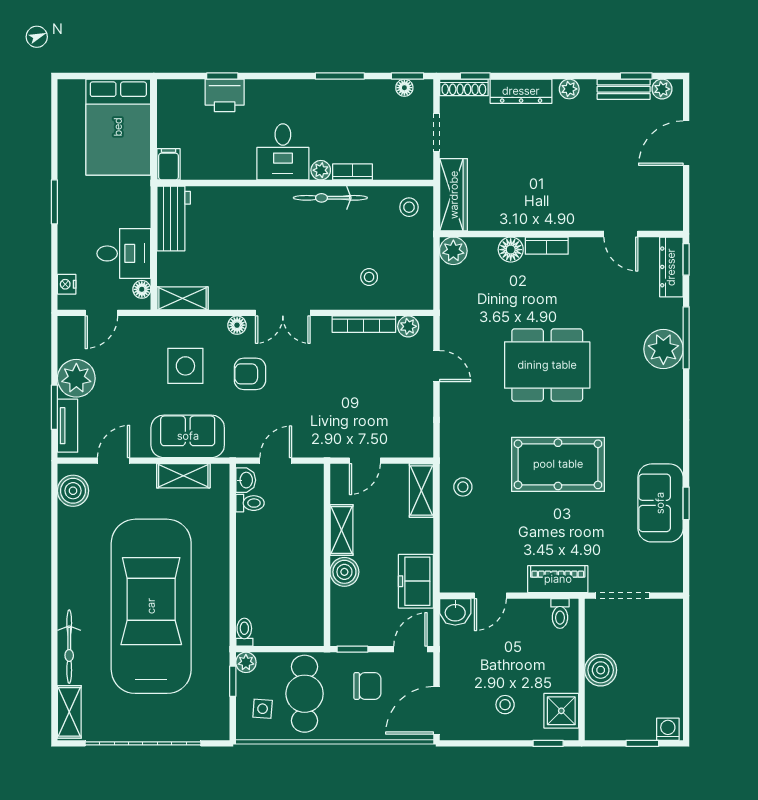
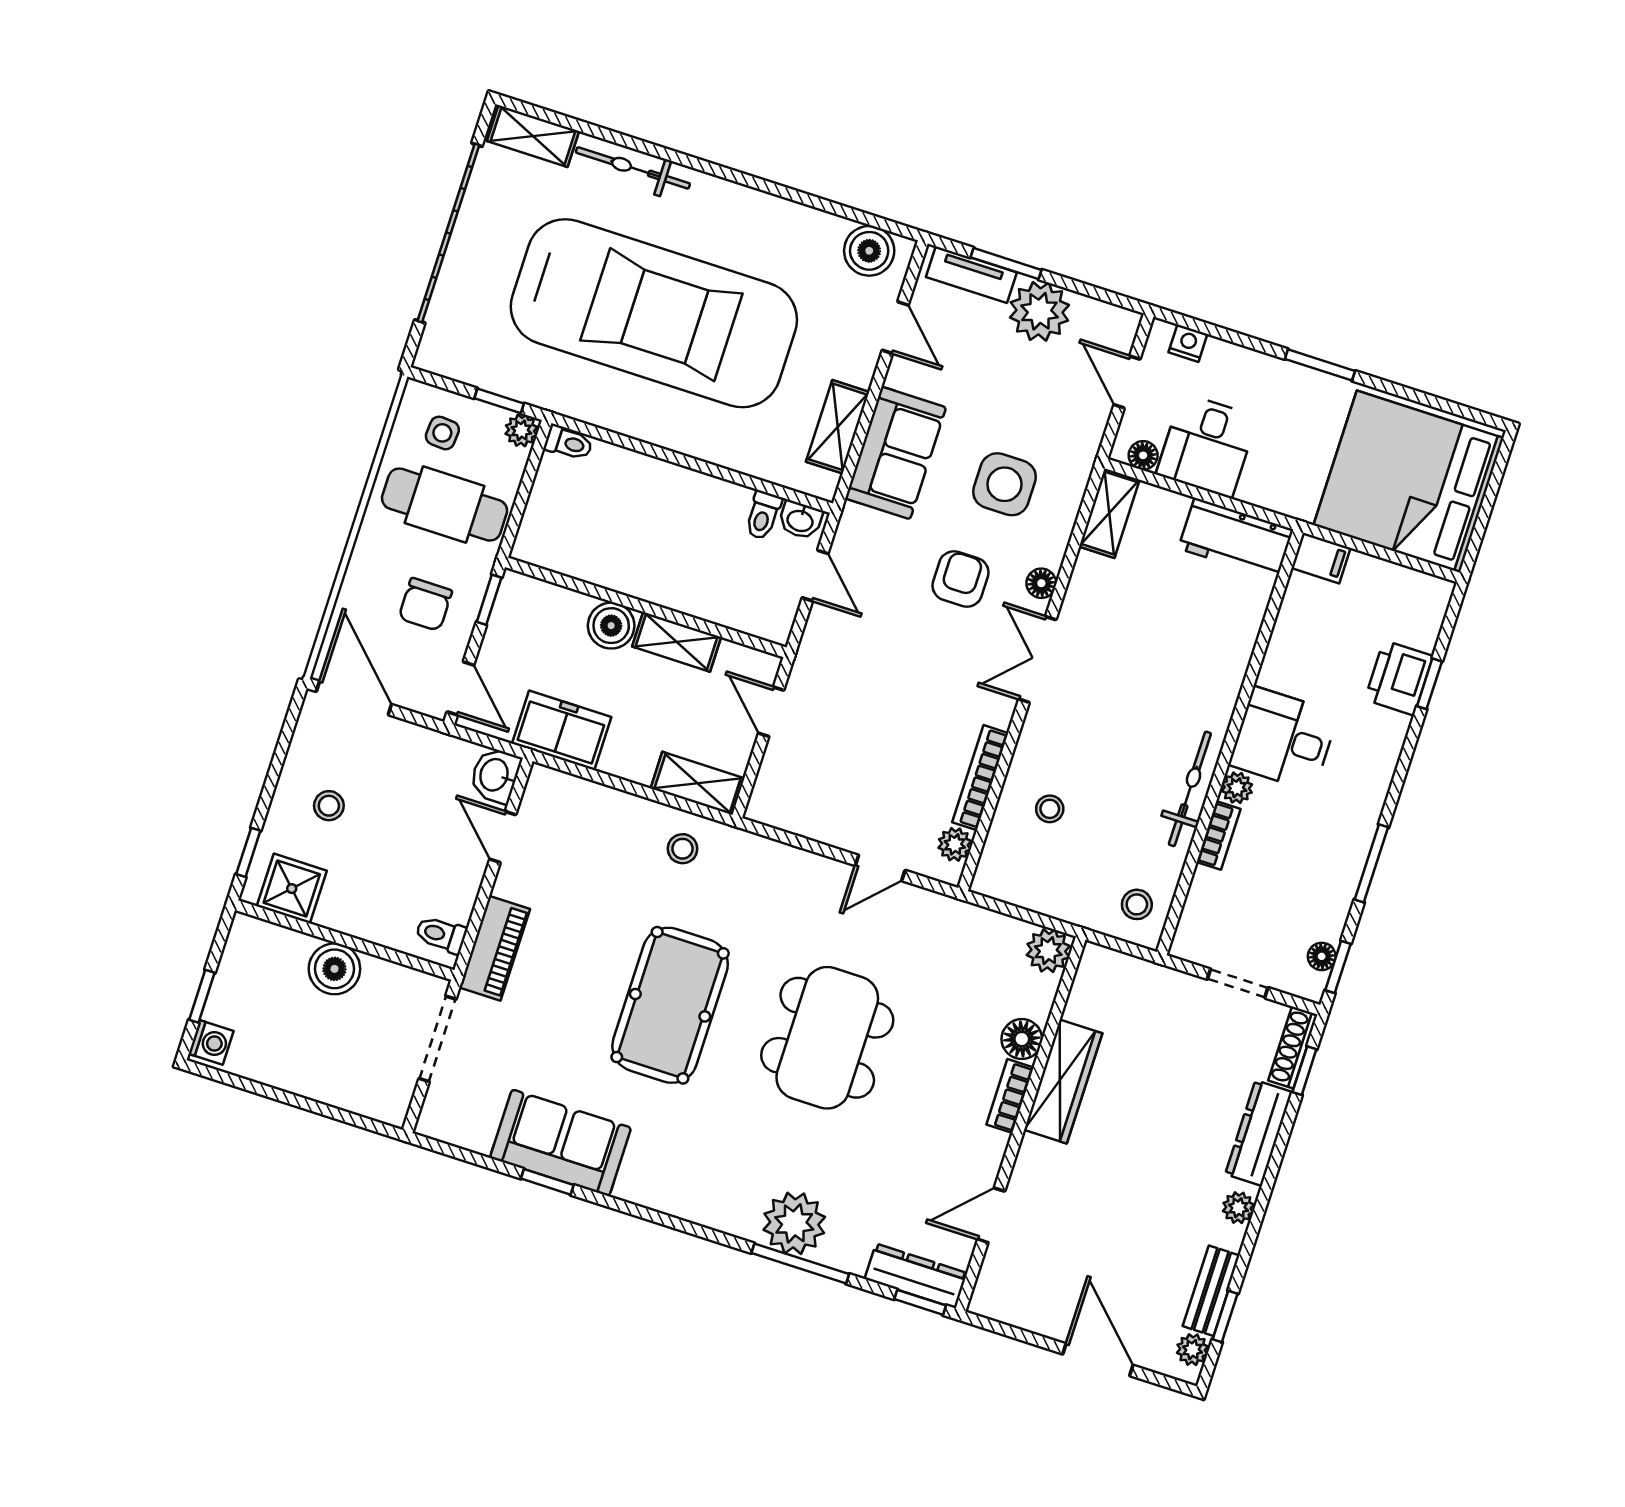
bed: (118, 127) -> (1409, 482), width x1.36
wardrobe: (454, 195) -> (1063, 1082), moved, turned -90

